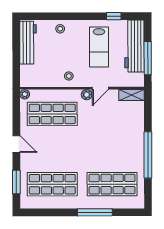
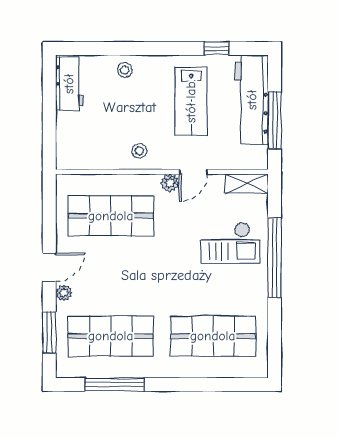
workbench: (28, 43) -> (69, 84), width x0.73
plant: (25, 94) -> (64, 293), moved
checkout: (122, 130) -> (230, 243), added
door: (16, 144) -> (49, 267), hinge flipped
window: (148, 155) -> (275, 258), moved
window: (95, 212) -> (114, 384), moved

